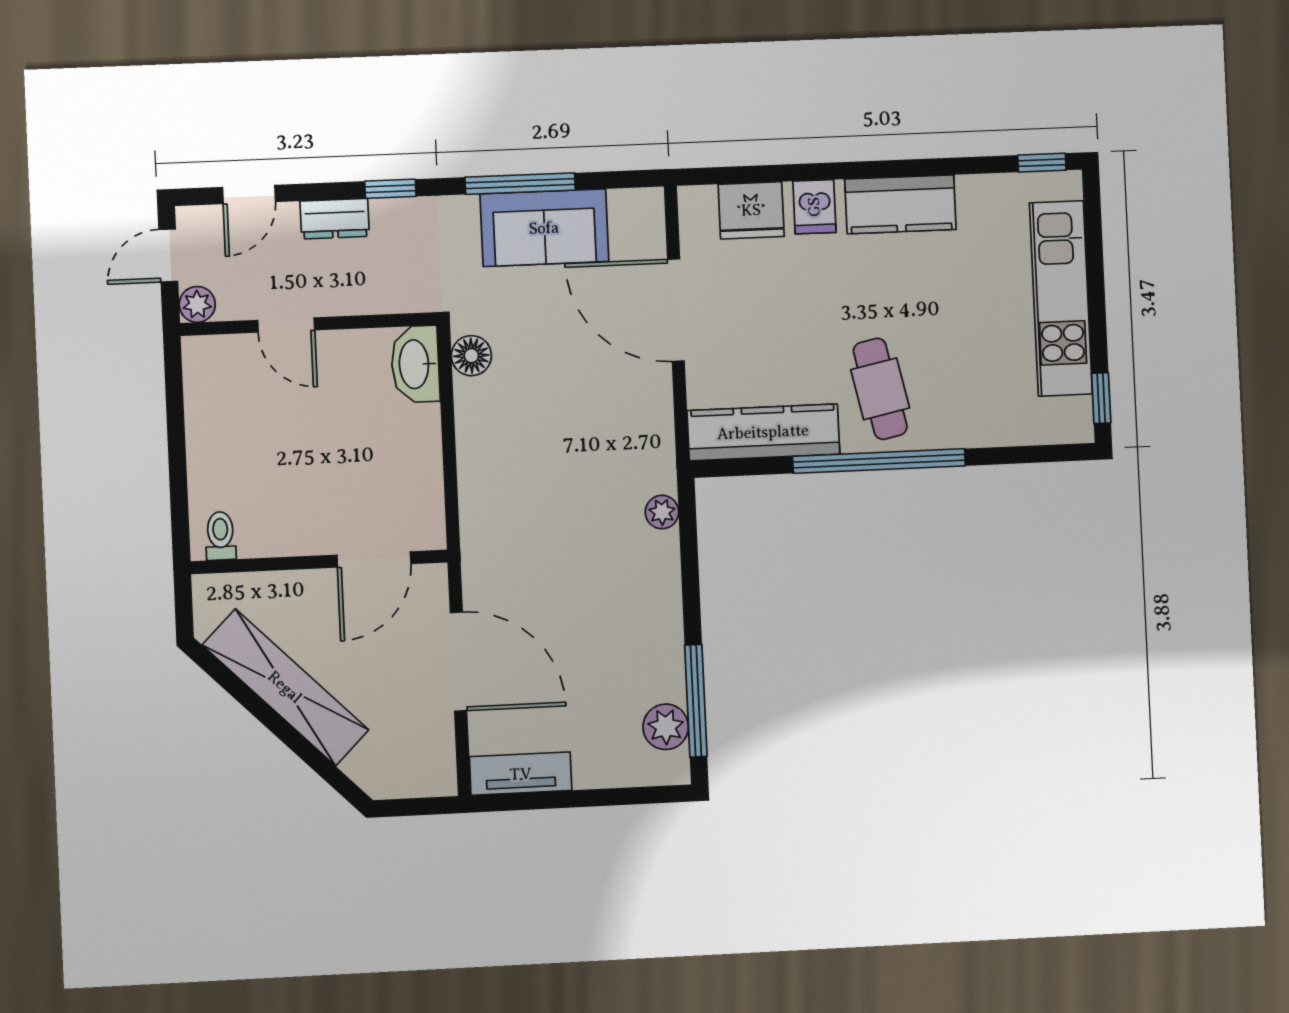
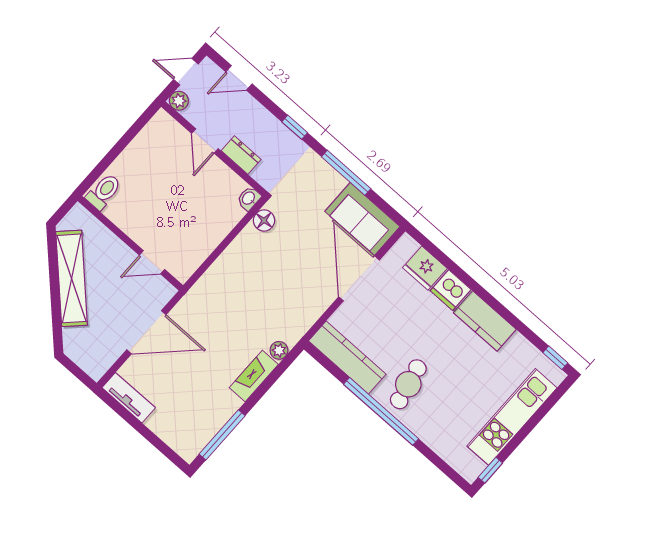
dishwasher: (814, 207) -> (451, 290), width x1.38
dresser: (335, 219) -> (241, 155), moved, turned 180
sofa: (544, 228) -> (362, 219), moved
washbasin: (415, 364) -> (249, 198), width x0.52, depth x0.69
toilet: (220, 536) -> (104, 192), width x1.37, depth x1.39
door: (374, 559) -> (152, 262), width x0.73
fireplace: (662, 580) -> (254, 376), added
door: (458, 662) -> (146, 332), hinge flipped
plant: (666, 727) -> (201, 434), removed

